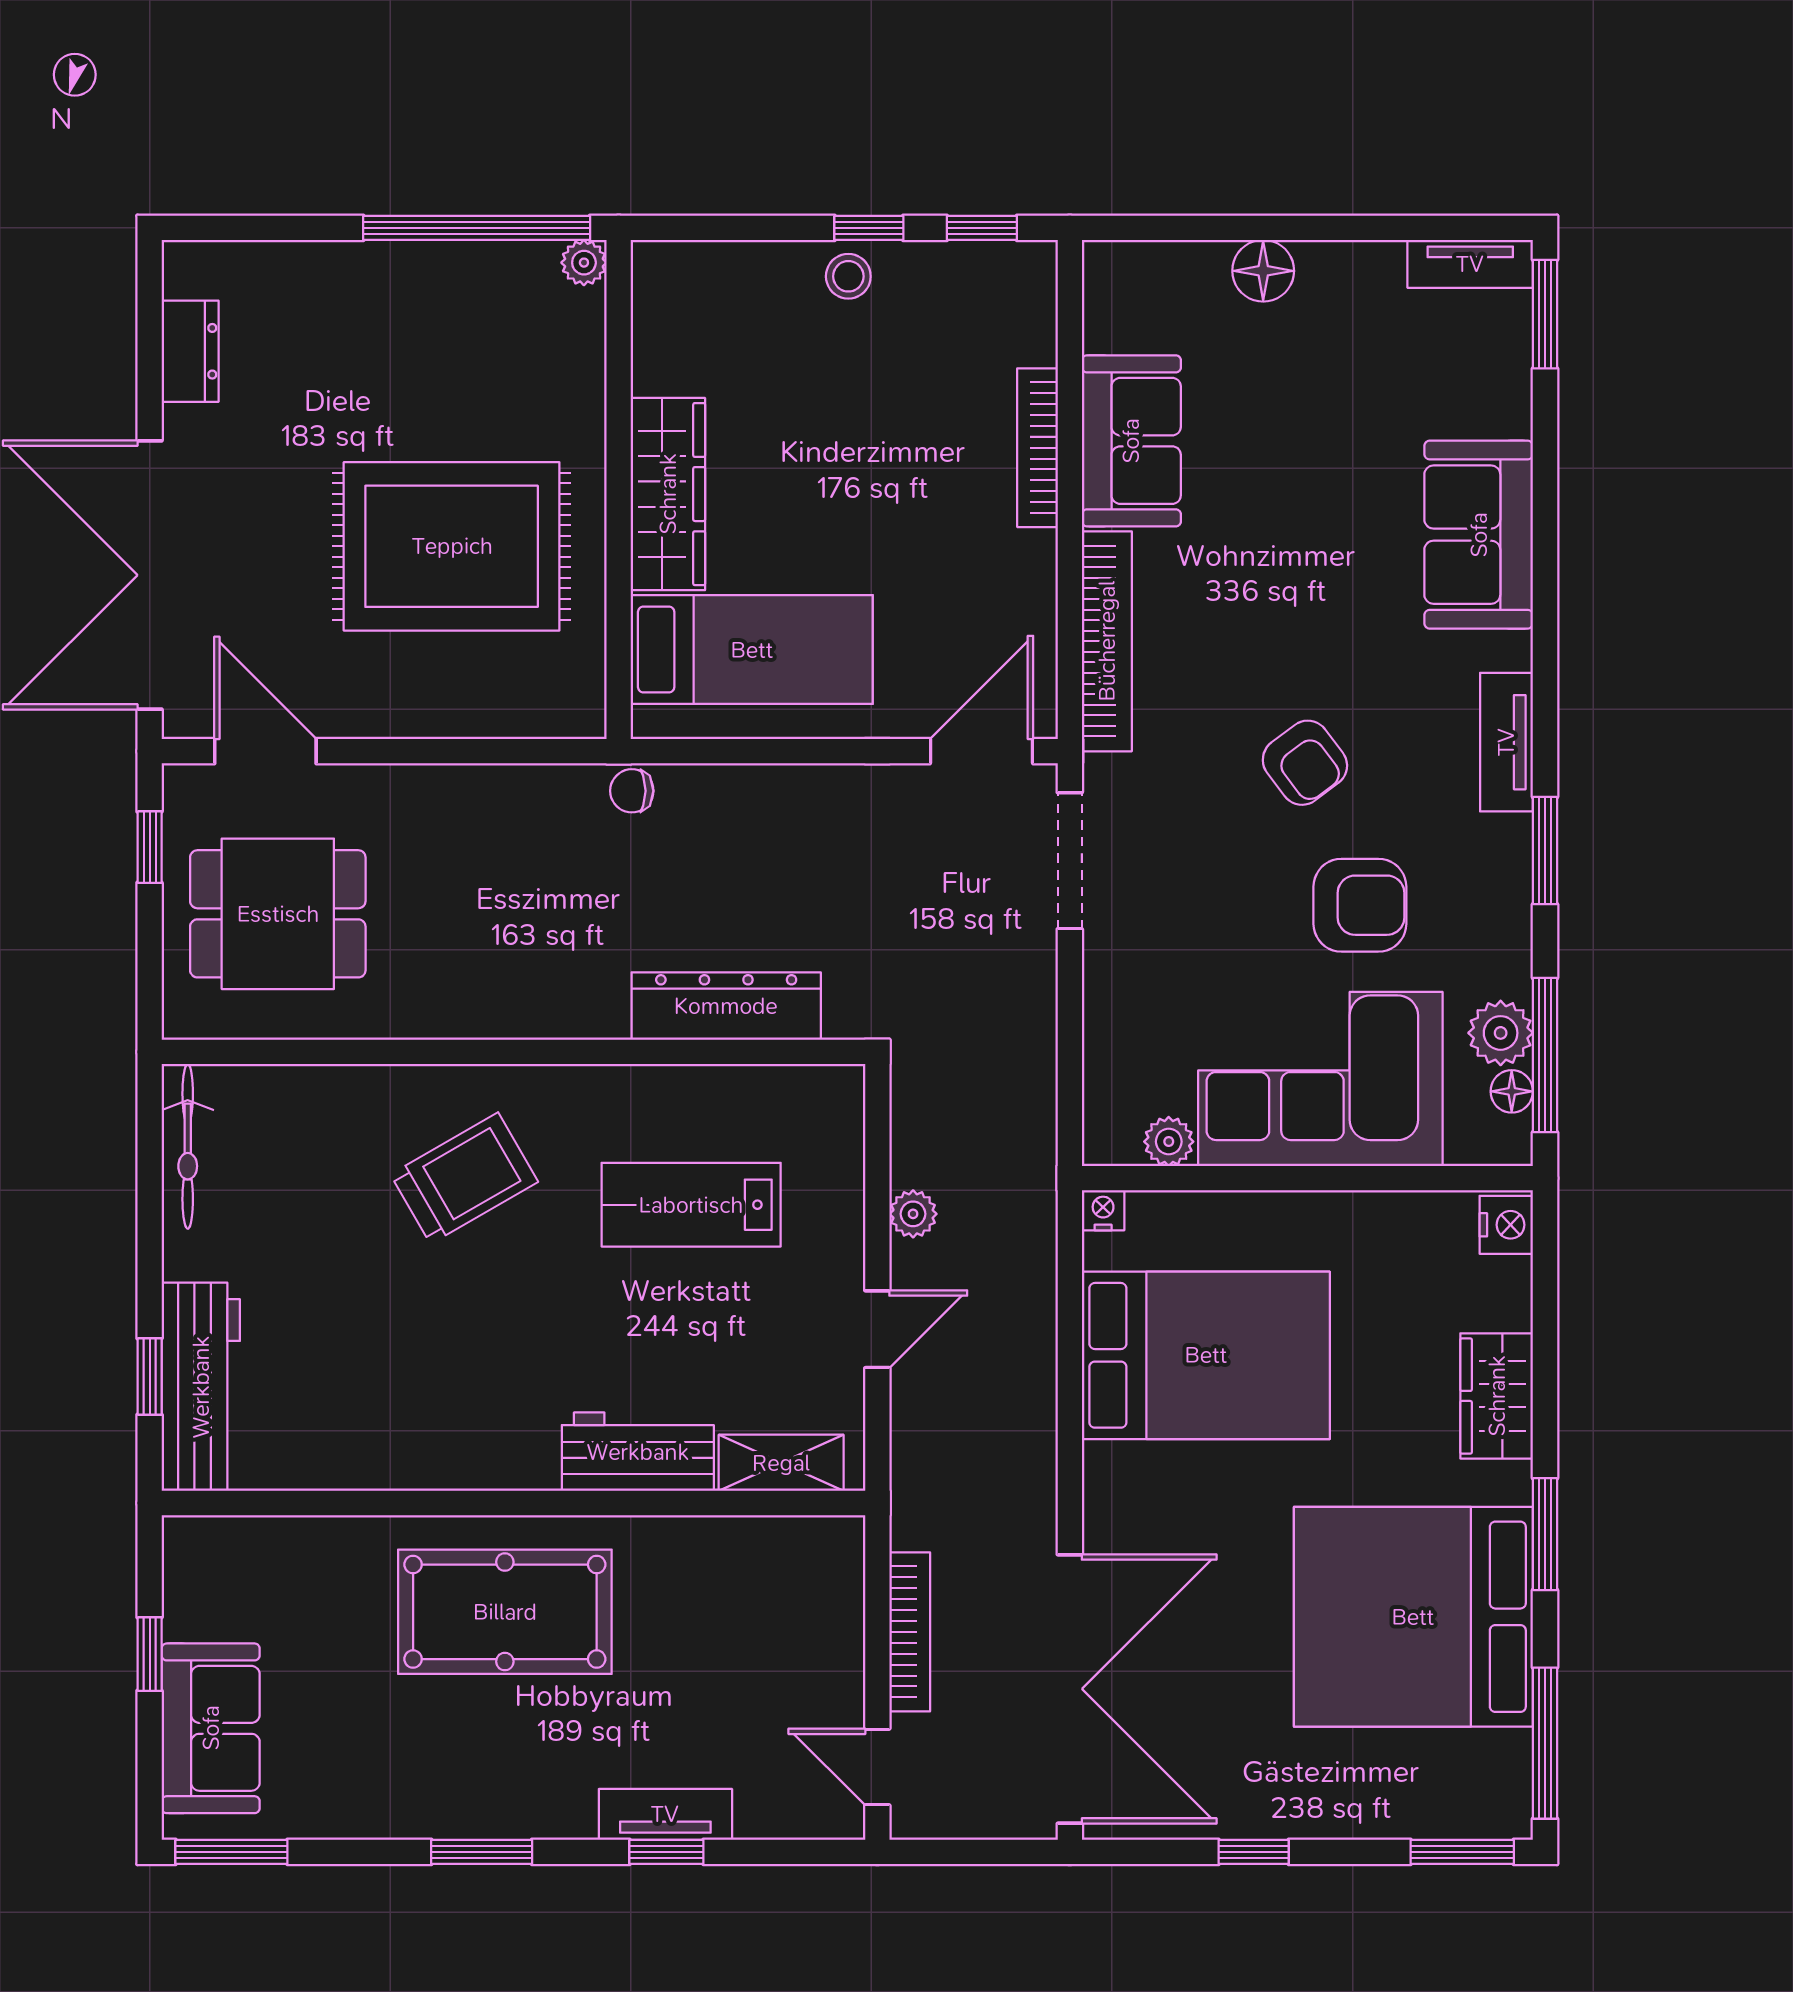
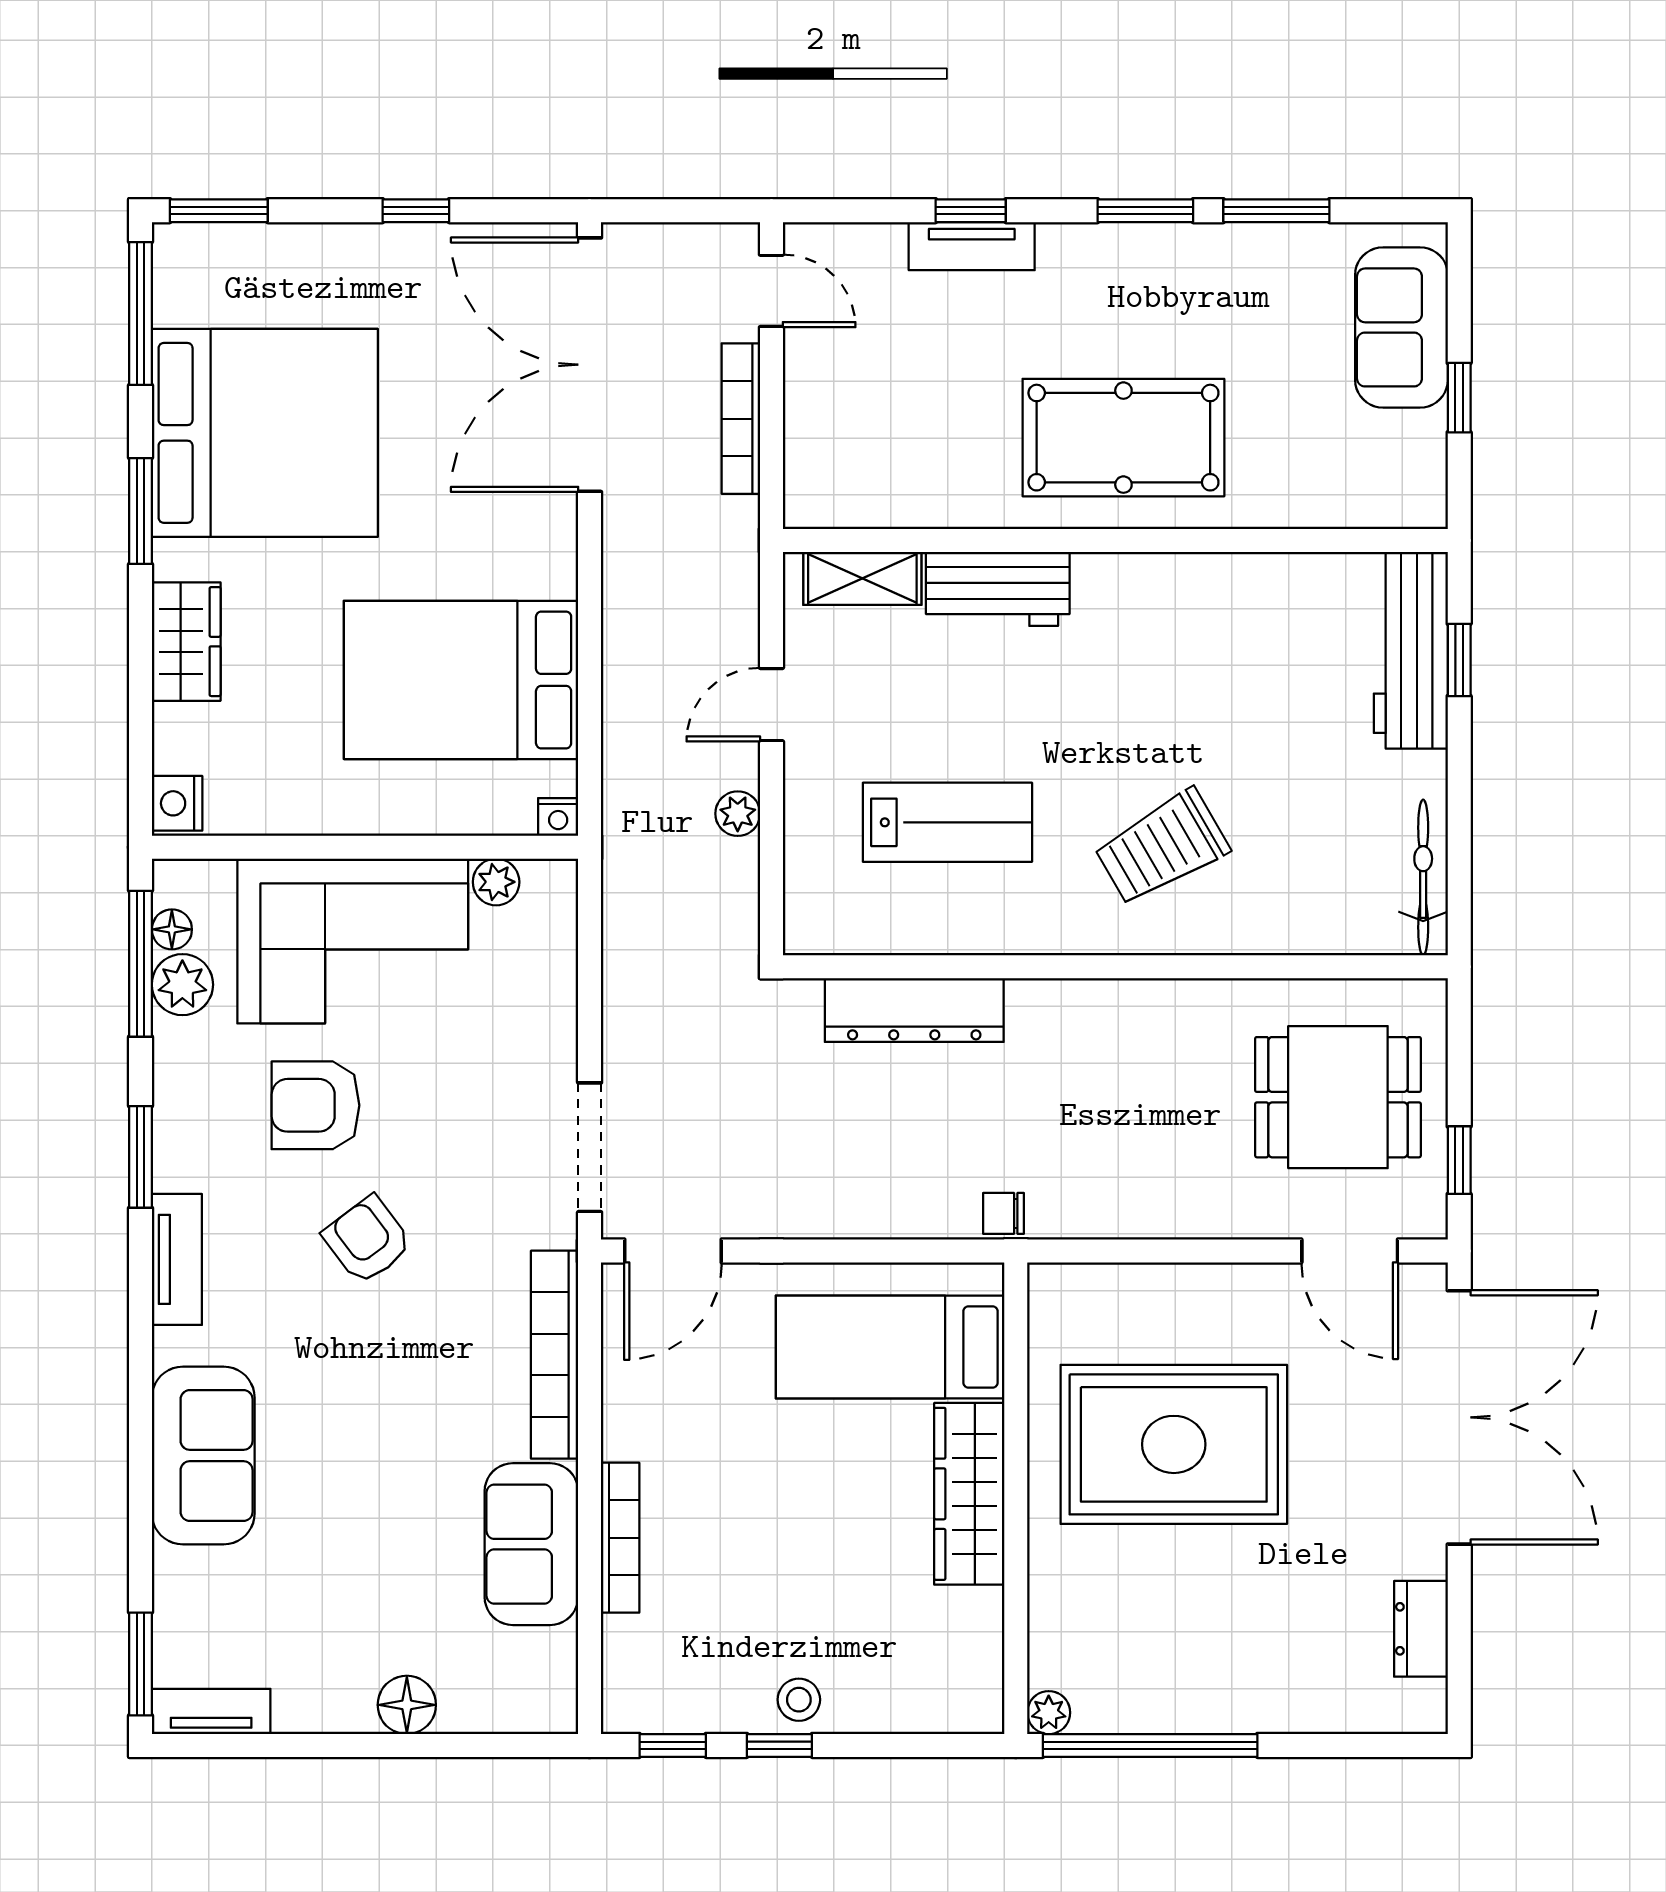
chair: (632, 791) -> (1003, 1213), turned 180
window: (231, 1852) -> (1276, 211), moved

